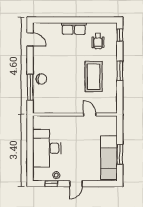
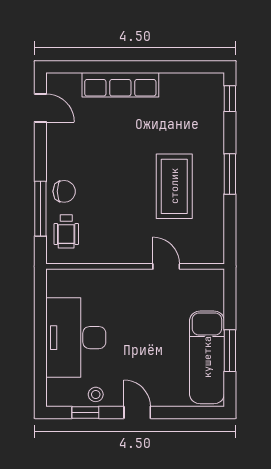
row of seats: (74, 28) -> (120, 85), width x1.48
wheelchair: (98, 41) -> (66, 231), moved
door: (76, 184) -> (137, 412), swing flipped

